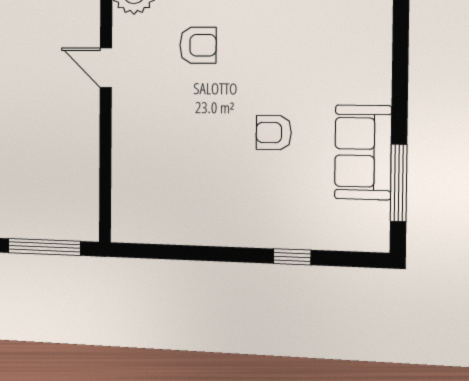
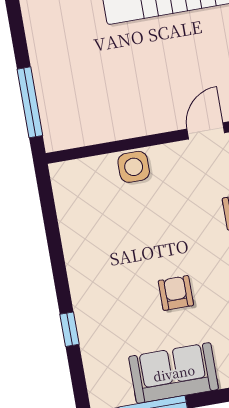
side table: (130, 152) -> (134, 167), added

